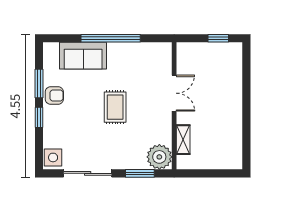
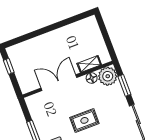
double door: (174, 93) -> (59, 83), width x1.37
floor lamp: (165, 136) -> (92, 78), added

